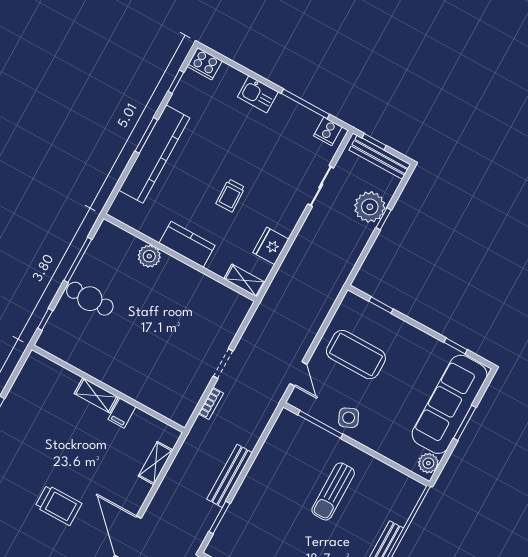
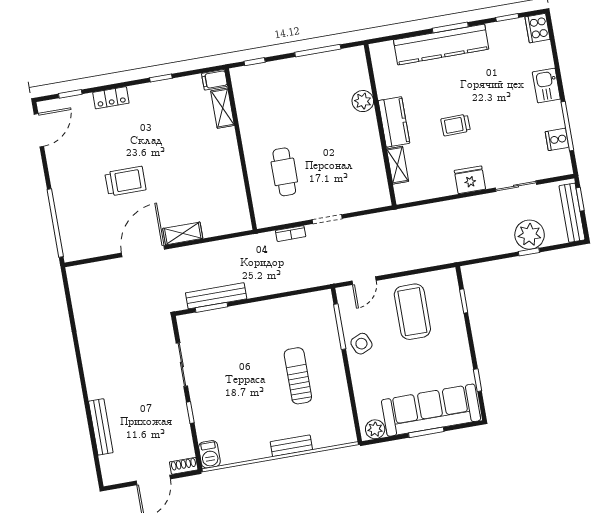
cooker: (328, 131) -> (557, 139), moved
fridge: (271, 246) -> (470, 180), moved
shelving: (244, 280) -> (398, 165), moved
cafe table: (90, 299) -> (284, 172), moved
shelving: (96, 395) -> (223, 108), moved
filing cabinet: (122, 413) -> (215, 80), moved
shelving: (156, 463) -> (183, 233), moved
bench: (230, 476) -> (216, 296), moved
sun lounger: (333, 491) -> (298, 376), turned 90
trolley: (58, 505) -> (125, 181), turned -90

